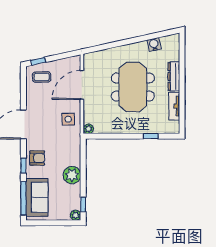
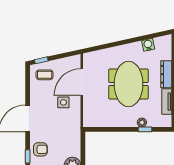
side table: (68, 119) -> (63, 102), moved
plant: (88, 129) -> (142, 123), moved

